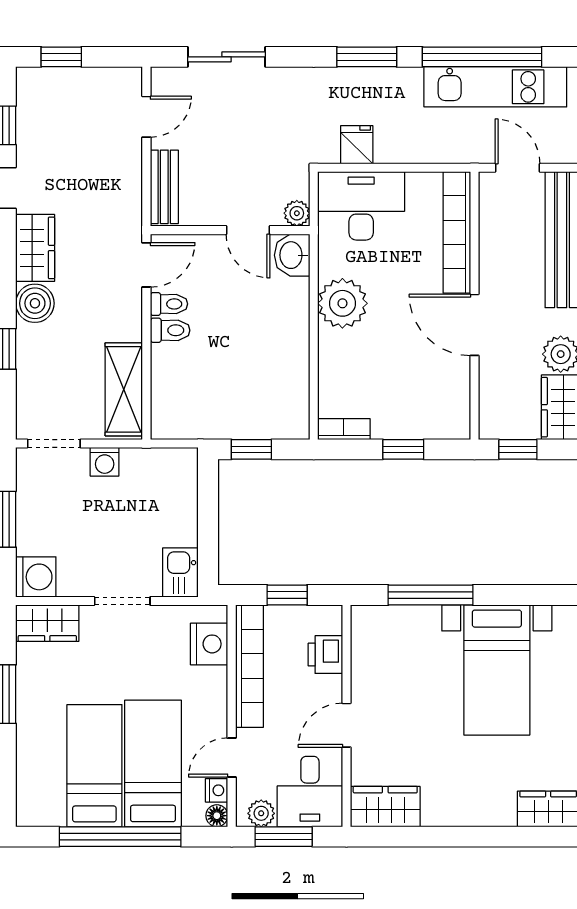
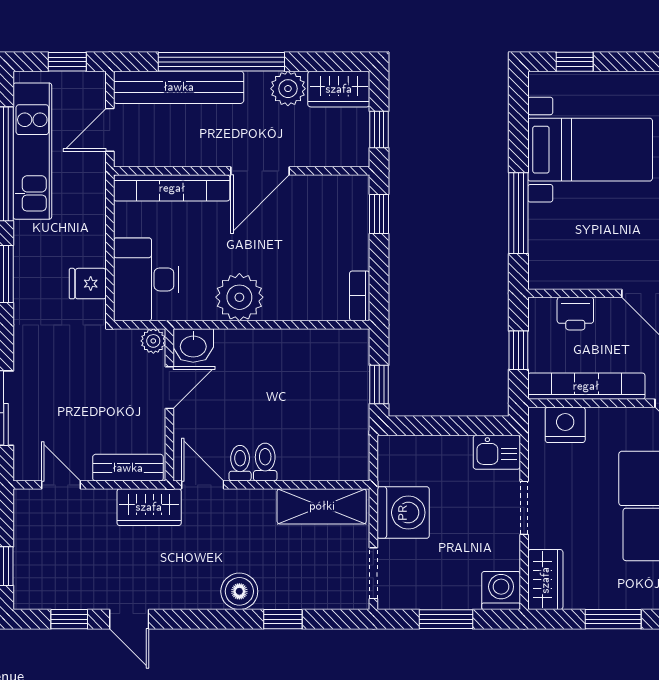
wardrobe: (35, 248) -> (149, 507), moved, turned 180
window: (403, 449) -> (379, 214), moved
washing machine: (105, 462) -> (403, 513), width x1.89, depth x1.89

